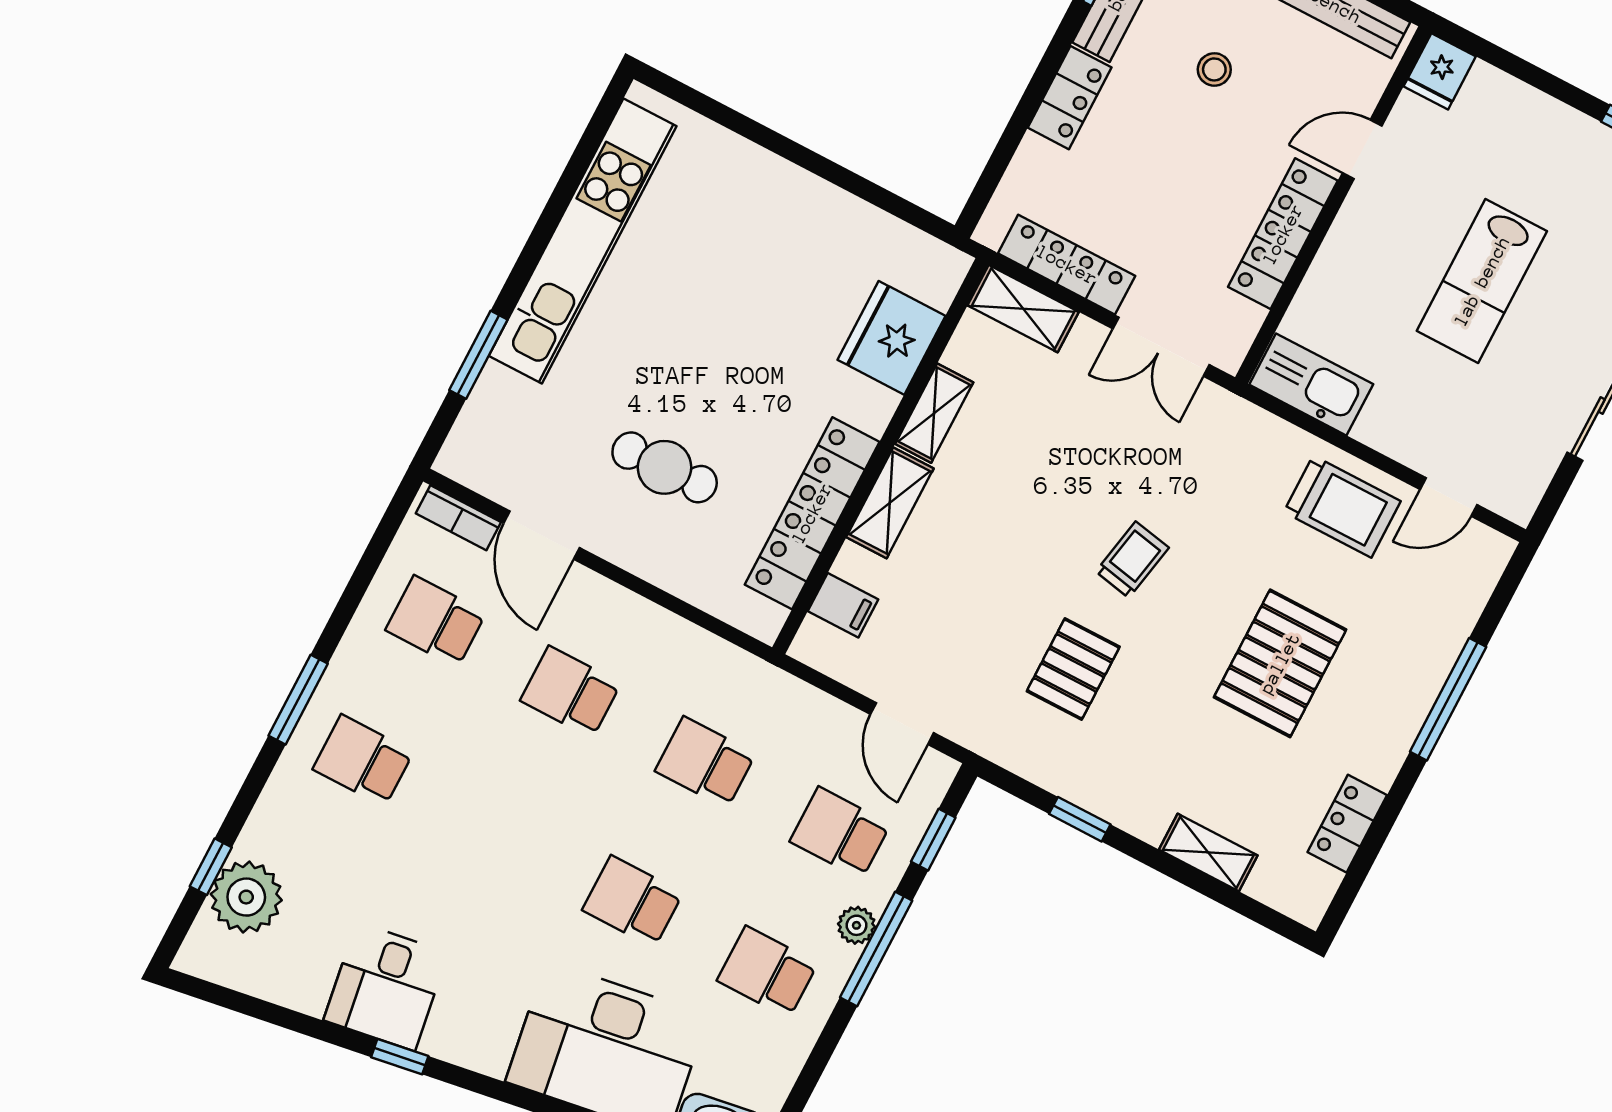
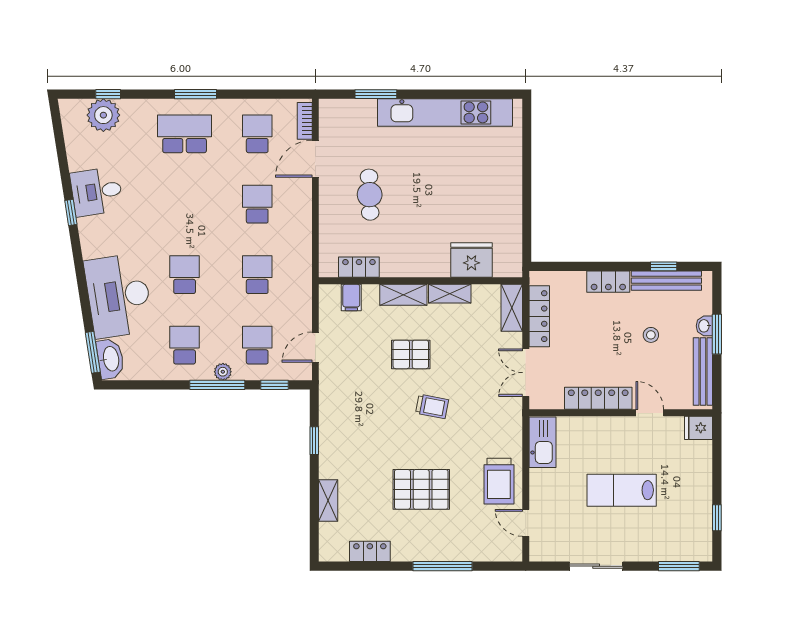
locker: (812, 513) -> (359, 267), width x0.46, depth x0.83
pallet: (1073, 669) -> (411, 354), moved
school desk: (363, 761) -> (185, 134), width x1.85

